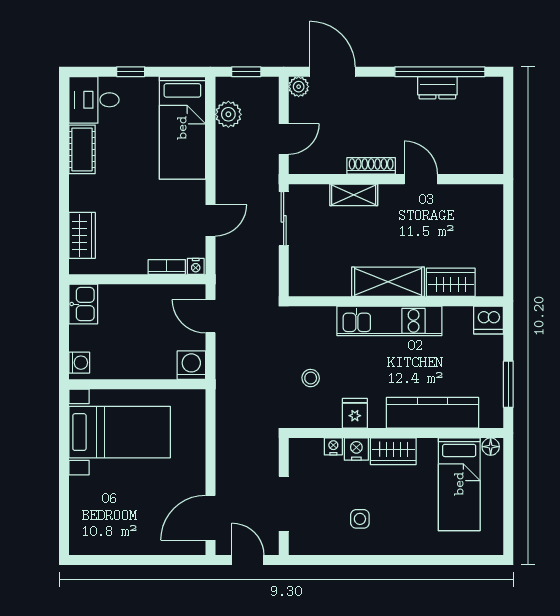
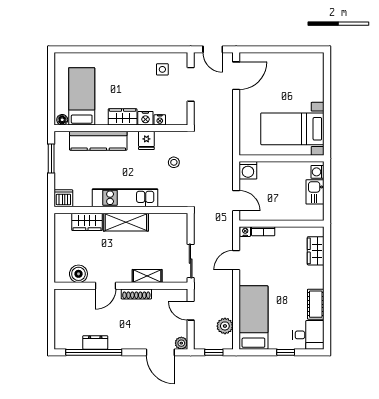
door: (284, 139) -> (191, 311), hinge flipped
door: (421, 179) -> (106, 286), hinge flipped
boiler: (464, 198) -> (78, 274), added
kitchen sink: (83, 304) -> (315, 192), moved
side table: (360, 519) -> (162, 69), moved

